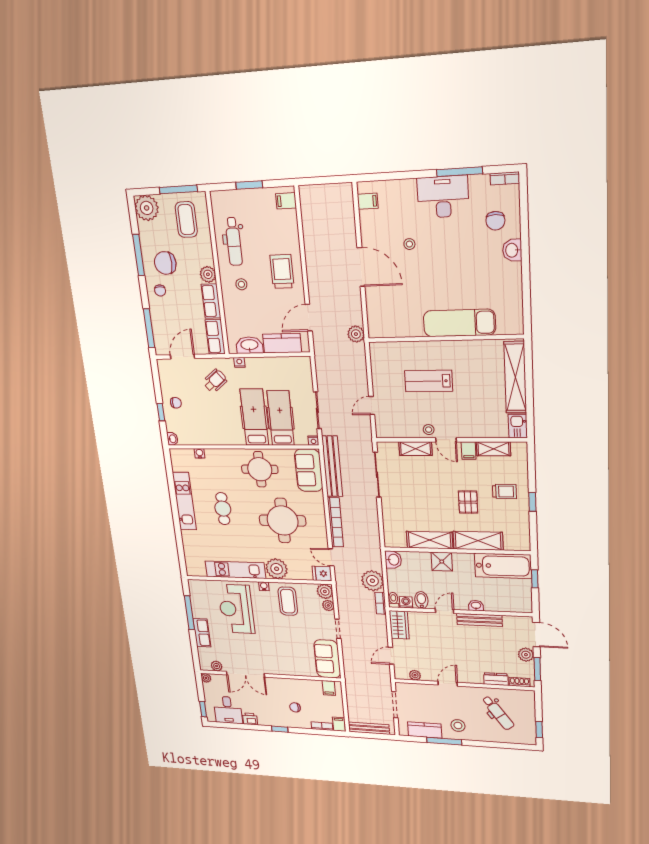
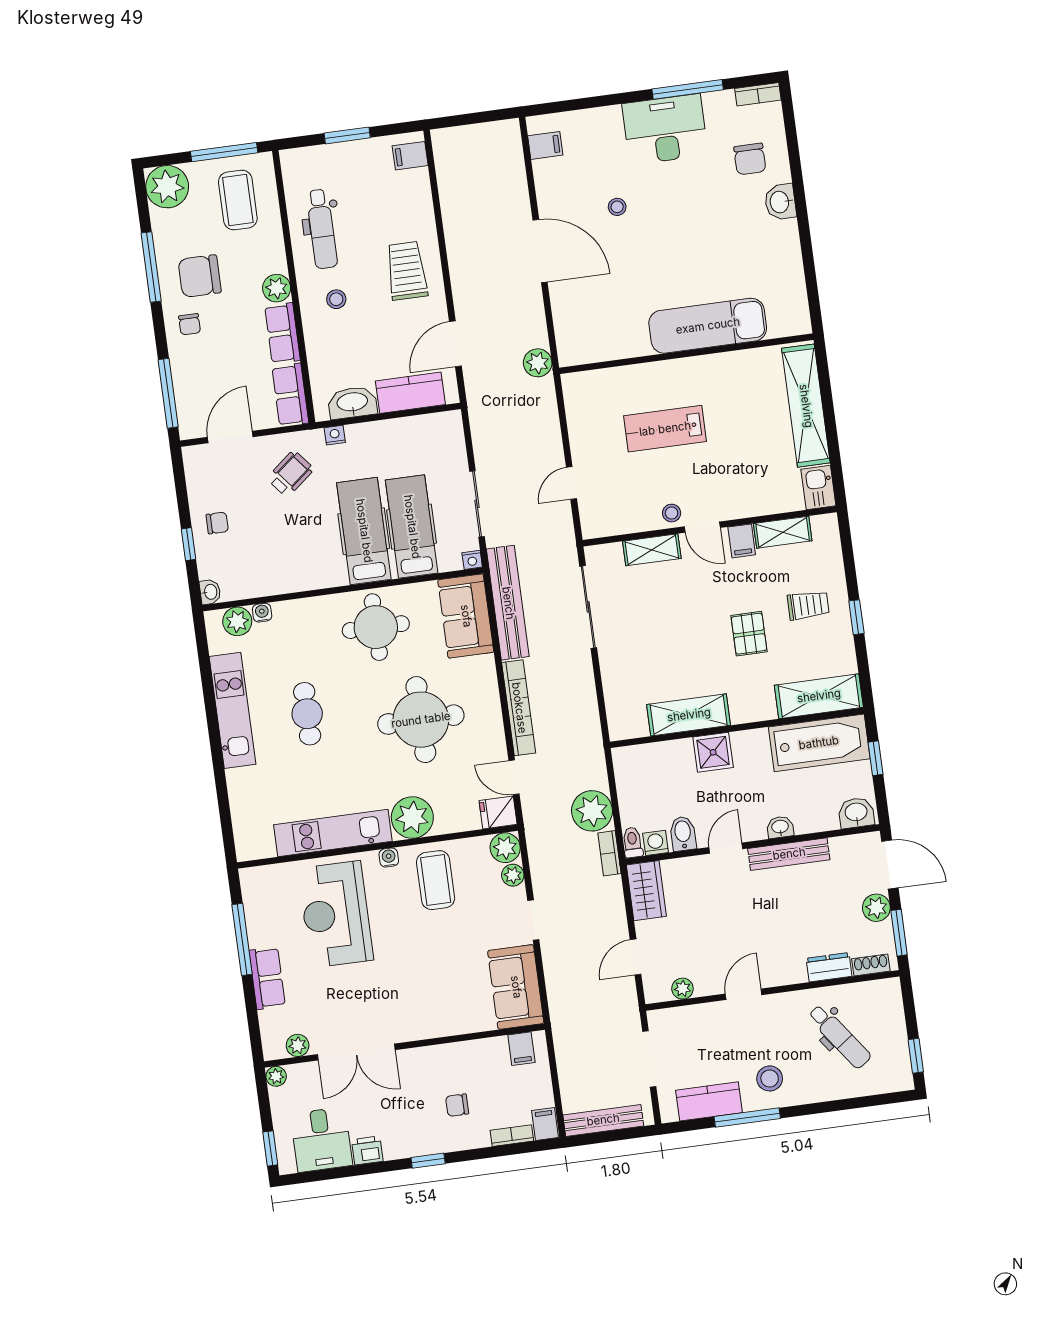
plant: (187, 456) -> (237, 621), added
shelving: (478, 541) -> (819, 696), moved
washbasin: (393, 560) -> (856, 813), moved, turned -90

